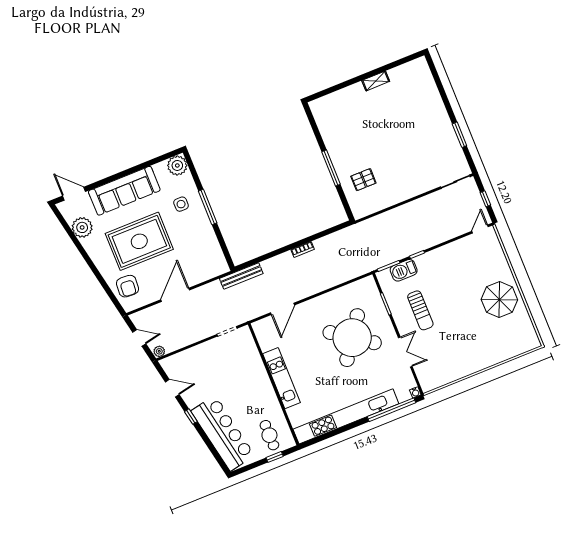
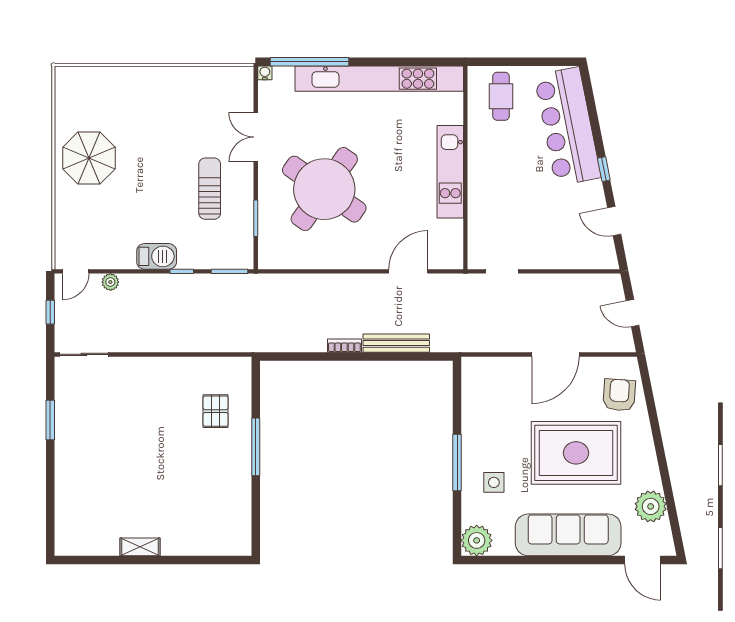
pallet: (363, 180) -> (216, 411), turned 90
barbecue: (404, 270) -> (157, 256), moved
bench: (241, 276) -> (396, 343), moved
plant: (159, 351) -> (110, 282), moved
window: (275, 457) -> (506, 62), removed

